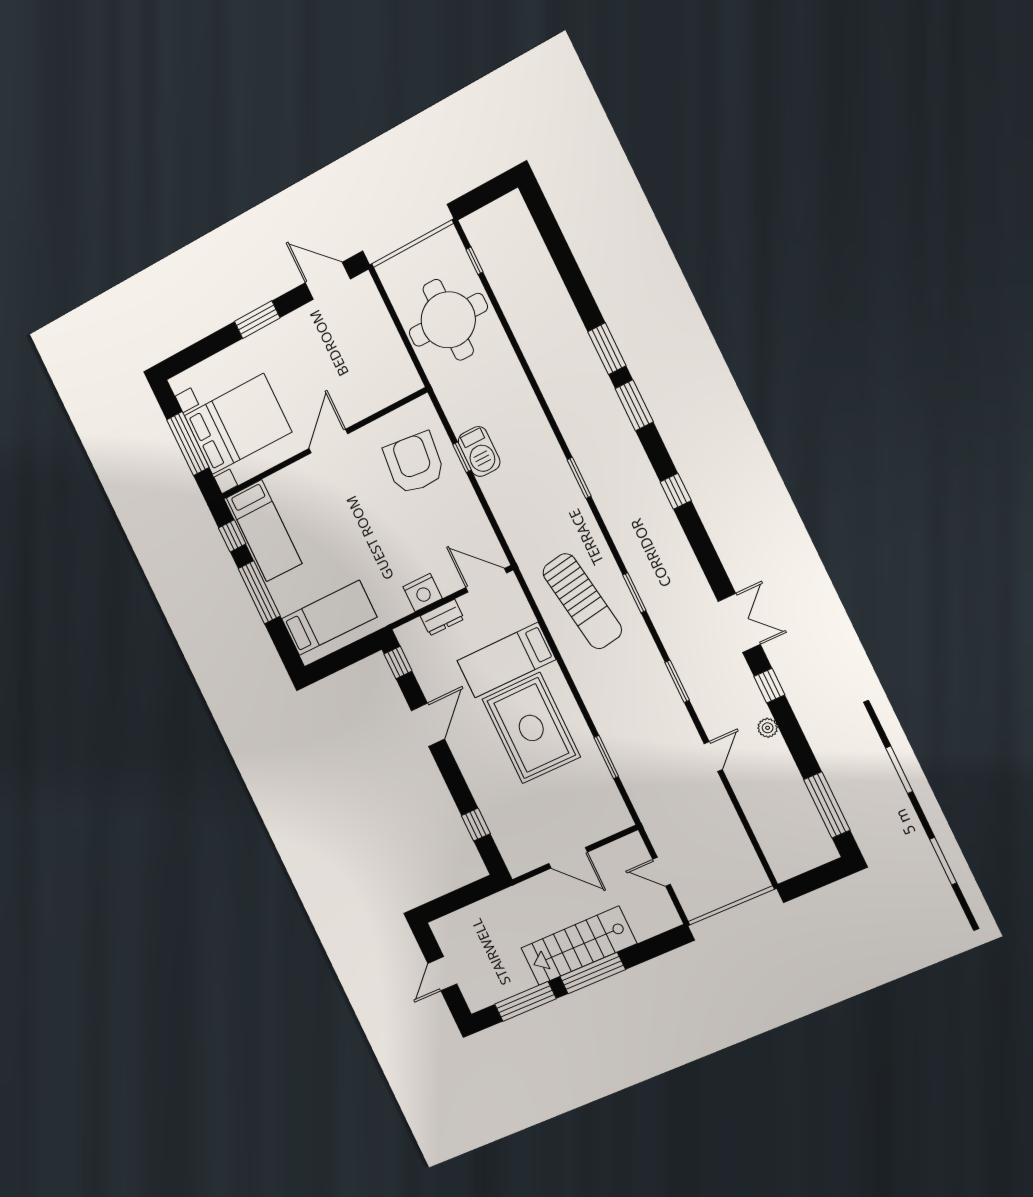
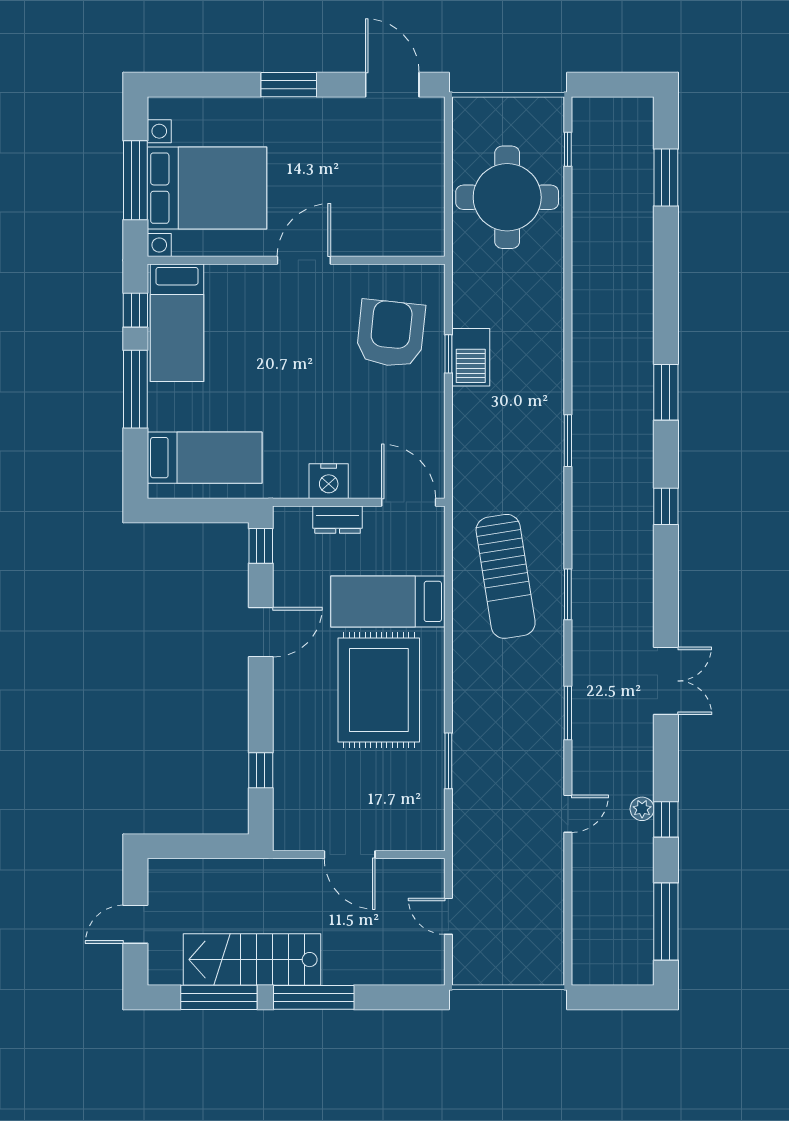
window: (607, 349) -> (666, 178), moved
window: (769, 686) -> (666, 819), moved
stairs: (579, 946) -> (252, 960), moved

